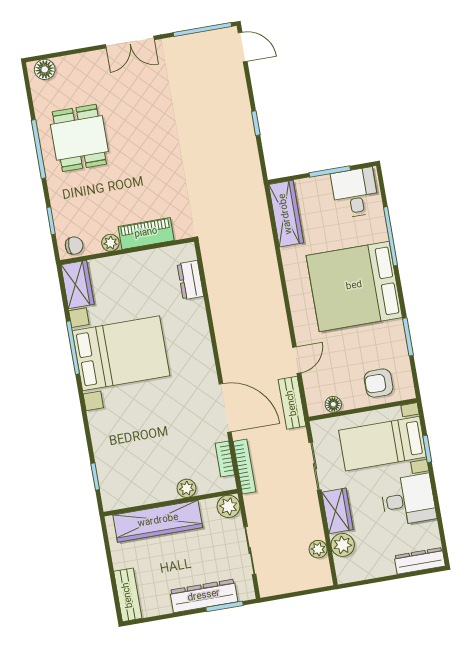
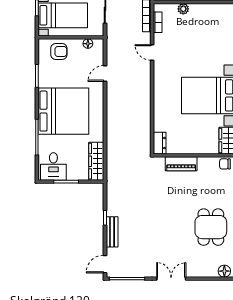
door: (243, 47) -> (105, 264), hinge flipped
plant: (110, 243) -> (203, 162), removed
dresser: (190, 280) -> (160, 143), moved
bench: (292, 403) -> (112, 232), moved
door: (225, 408) -> (152, 52), width x0.53

